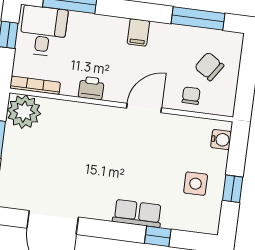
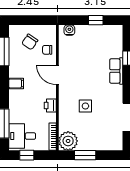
side table: (196, 184) -> (85, 106), moved

